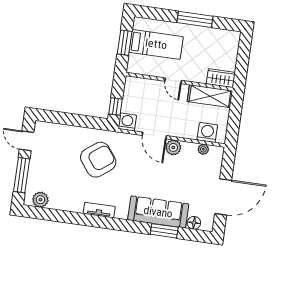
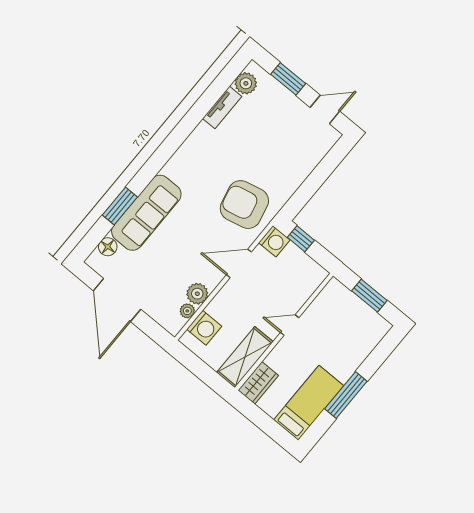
bed: (156, 44) -> (309, 403), moved, turned 180
plant: (173, 147) -> (197, 294), moved
armchair: (98, 160) -> (244, 205), moved, turned 114
window: (22, 175) -> (288, 79), width x0.69
tv unit: (99, 210) -> (222, 107), moved

